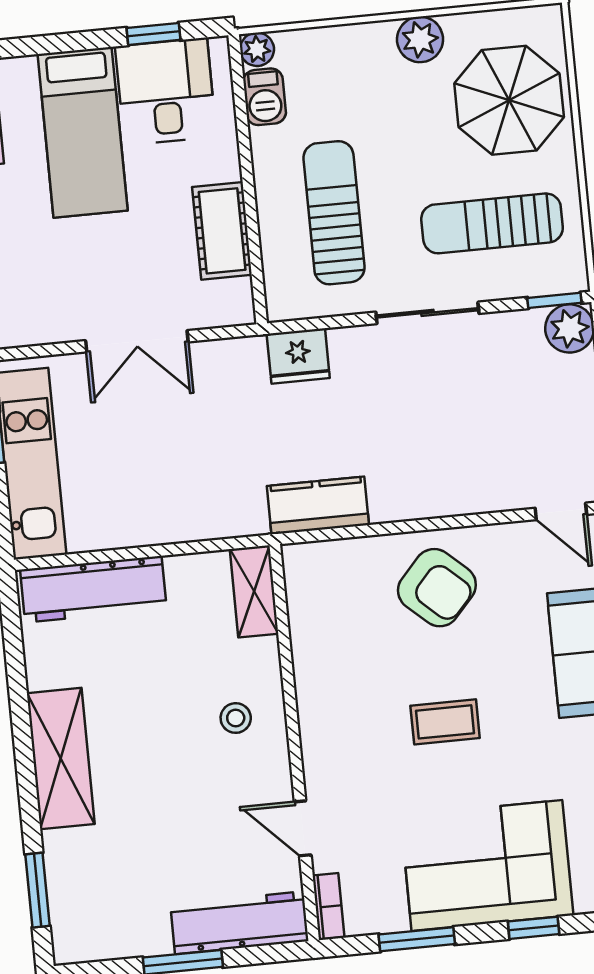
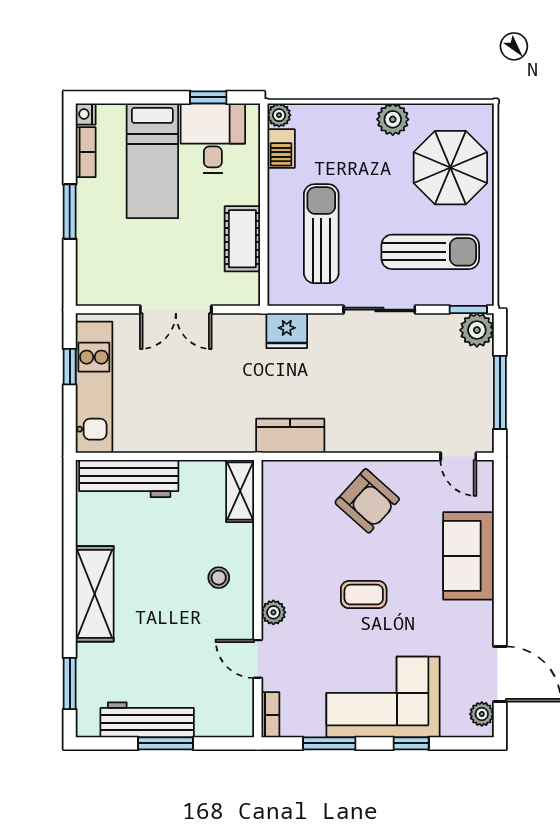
sun lounger: (492, 223) -> (430, 252), turned 180
plant: (319, 760) -> (273, 612), added
workbench: (239, 923) -> (147, 720), moved

